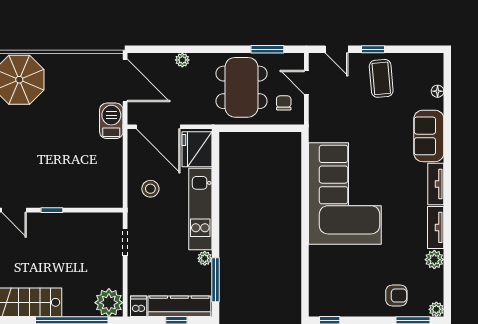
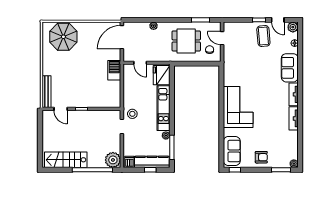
door: (337, 49) -> (278, 20), moved
door: (125, 80) -> (122, 37), swing flipped
dining table: (241, 87) -> (186, 41), width x0.73
barbecue: (111, 121) -> (114, 70), moved
door: (158, 127) -> (140, 63), width x0.53
stool: (150, 189) -> (132, 114), moved
corner sofa: (345, 193) -> (238, 107), width x0.73, depth x0.74
plant: (434, 260) -> (293, 27), moved
sofa: (324, 286) -> (232, 151), added
armchair: (396, 295) -> (261, 157), moved

